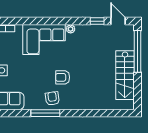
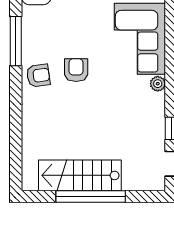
window: (138, 51) -> (91, 197), moved
armchair: (52, 98) -> (38, 76), moved

